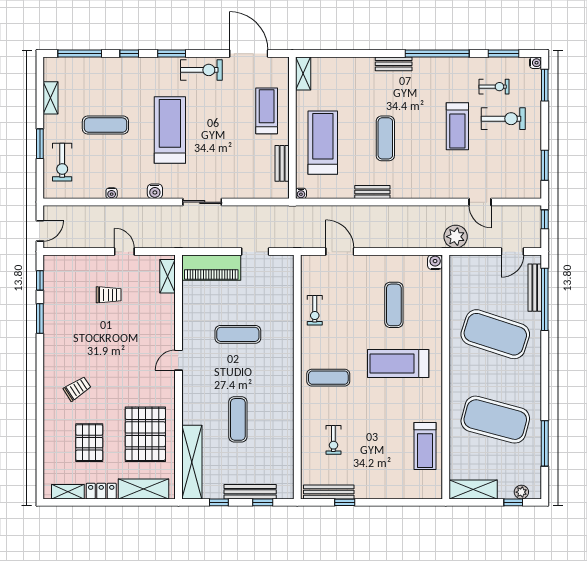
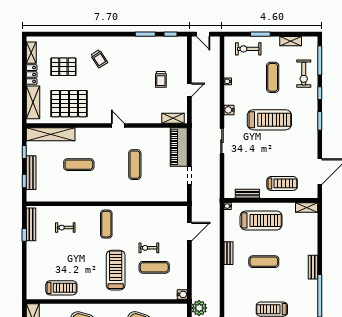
exercise bike: (201, 70) -> (304, 74), moved
exercise bike: (315, 310) -> (149, 248), moved
treadmill: (425, 446) -> (61, 288), turned 180

